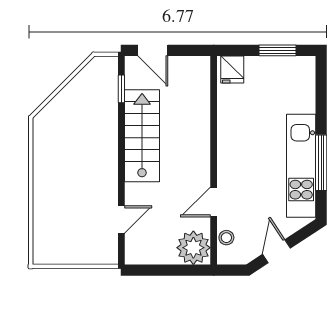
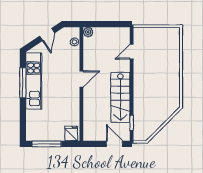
window: (278, 50) -> (47, 144), width x1.44
door: (214, 202) -> (81, 79), moved
plant: (193, 248) -> (88, 32), width x0.53, depth x0.53

